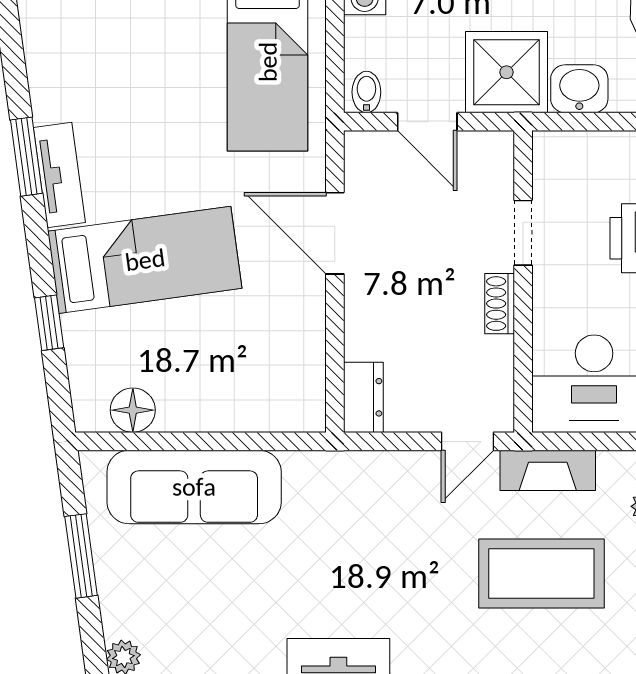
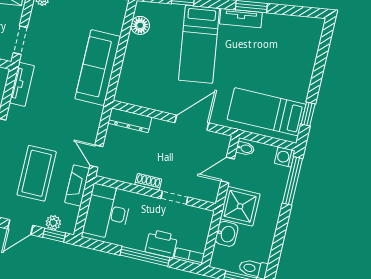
dresser: (363, 397) -> (130, 120), width x1.44
sofa: (194, 487) -> (98, 68), moved

